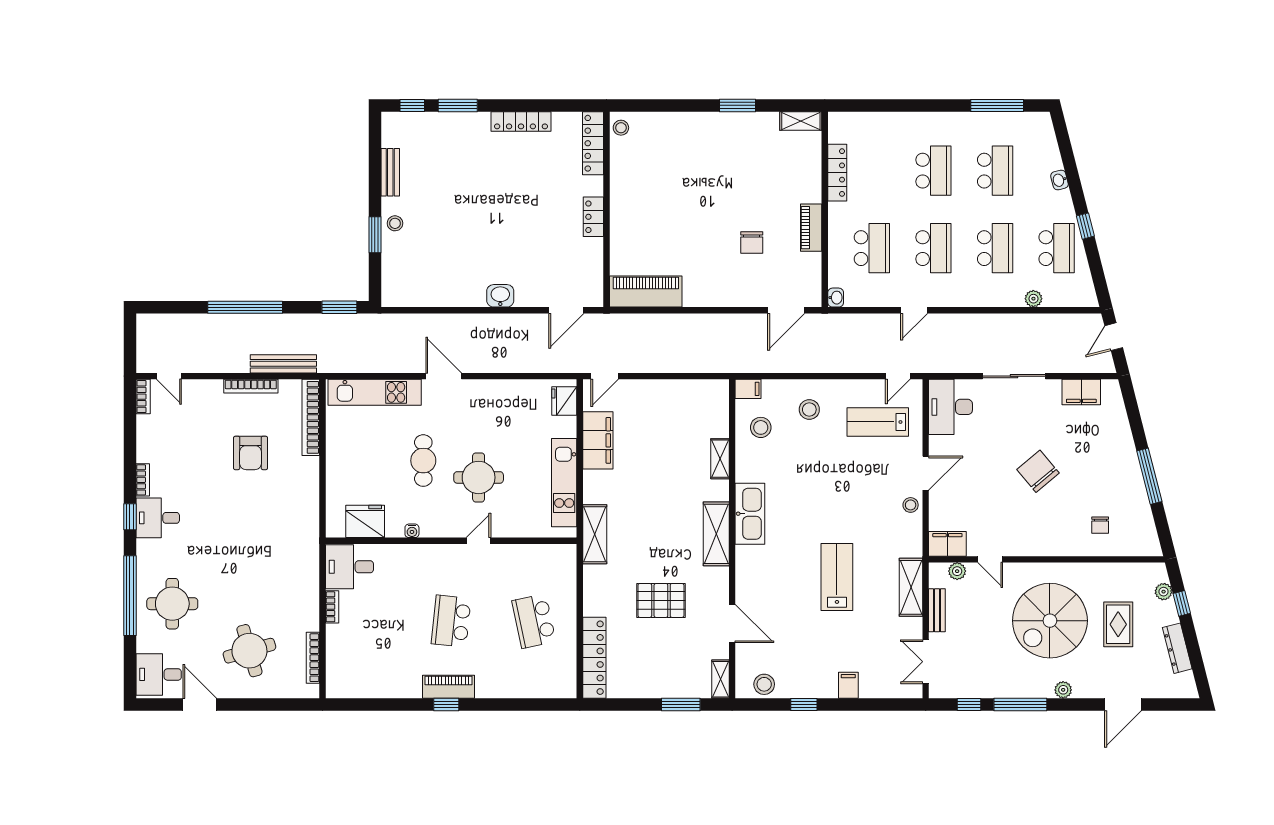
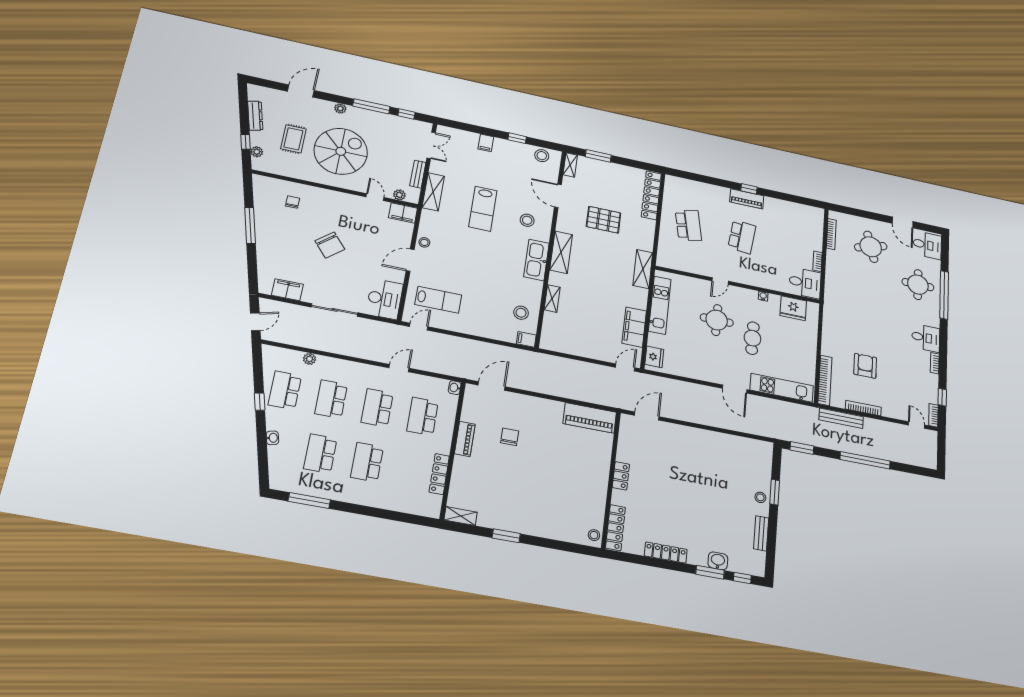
washbasin: (500, 296) -> (718, 561), moved, turned 180
stool: (809, 409) -> (527, 220), moved
window: (130, 517) -> (942, 397), moved

